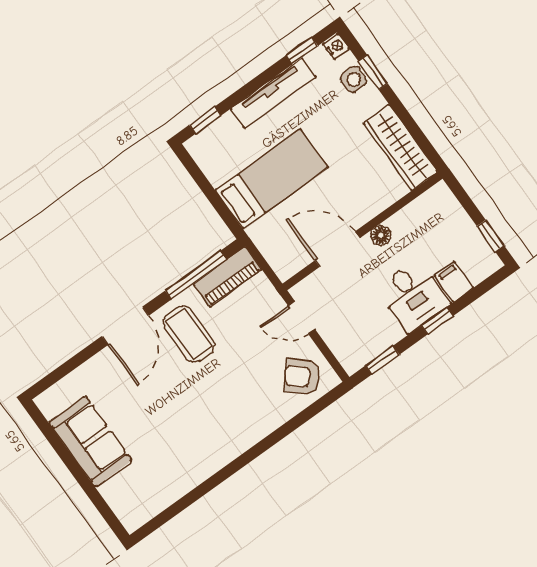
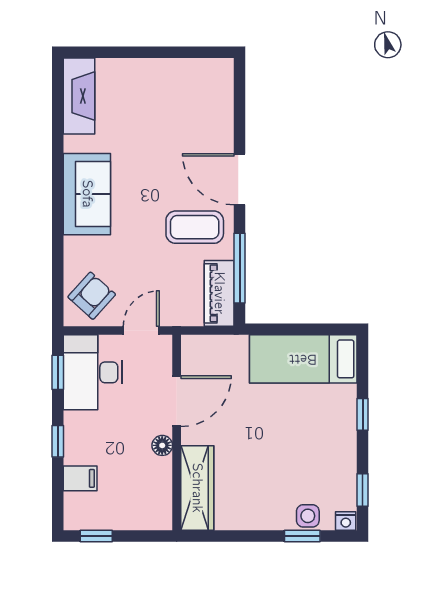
tv unit: (273, 93) -> (345, 441), removed
window: (205, 120) -> (363, 414), moved
wardrobe: (401, 148) -> (197, 488), moved, turned 90
bed: (272, 179) -> (303, 359), moved, turned 90
desk: (413, 296) -> (93, 372), moved, width x1.37
sofa: (90, 441) -> (87, 194), moved, turned -90
fireplace: (151, 501) -> (79, 96), added

